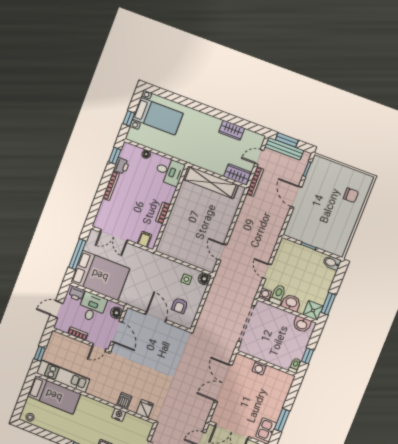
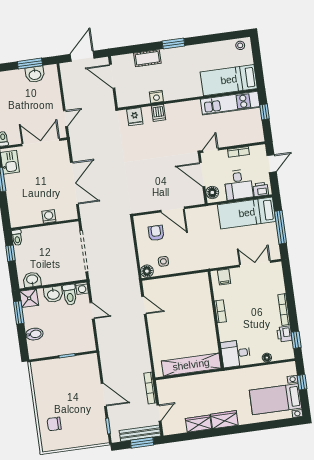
wardrobe: (237, 174) -> (224, 420), moved, turned 180
bidet: (332, 263) -> (34, 334), moved
bed: (100, 275) -> (247, 213), width x0.67

